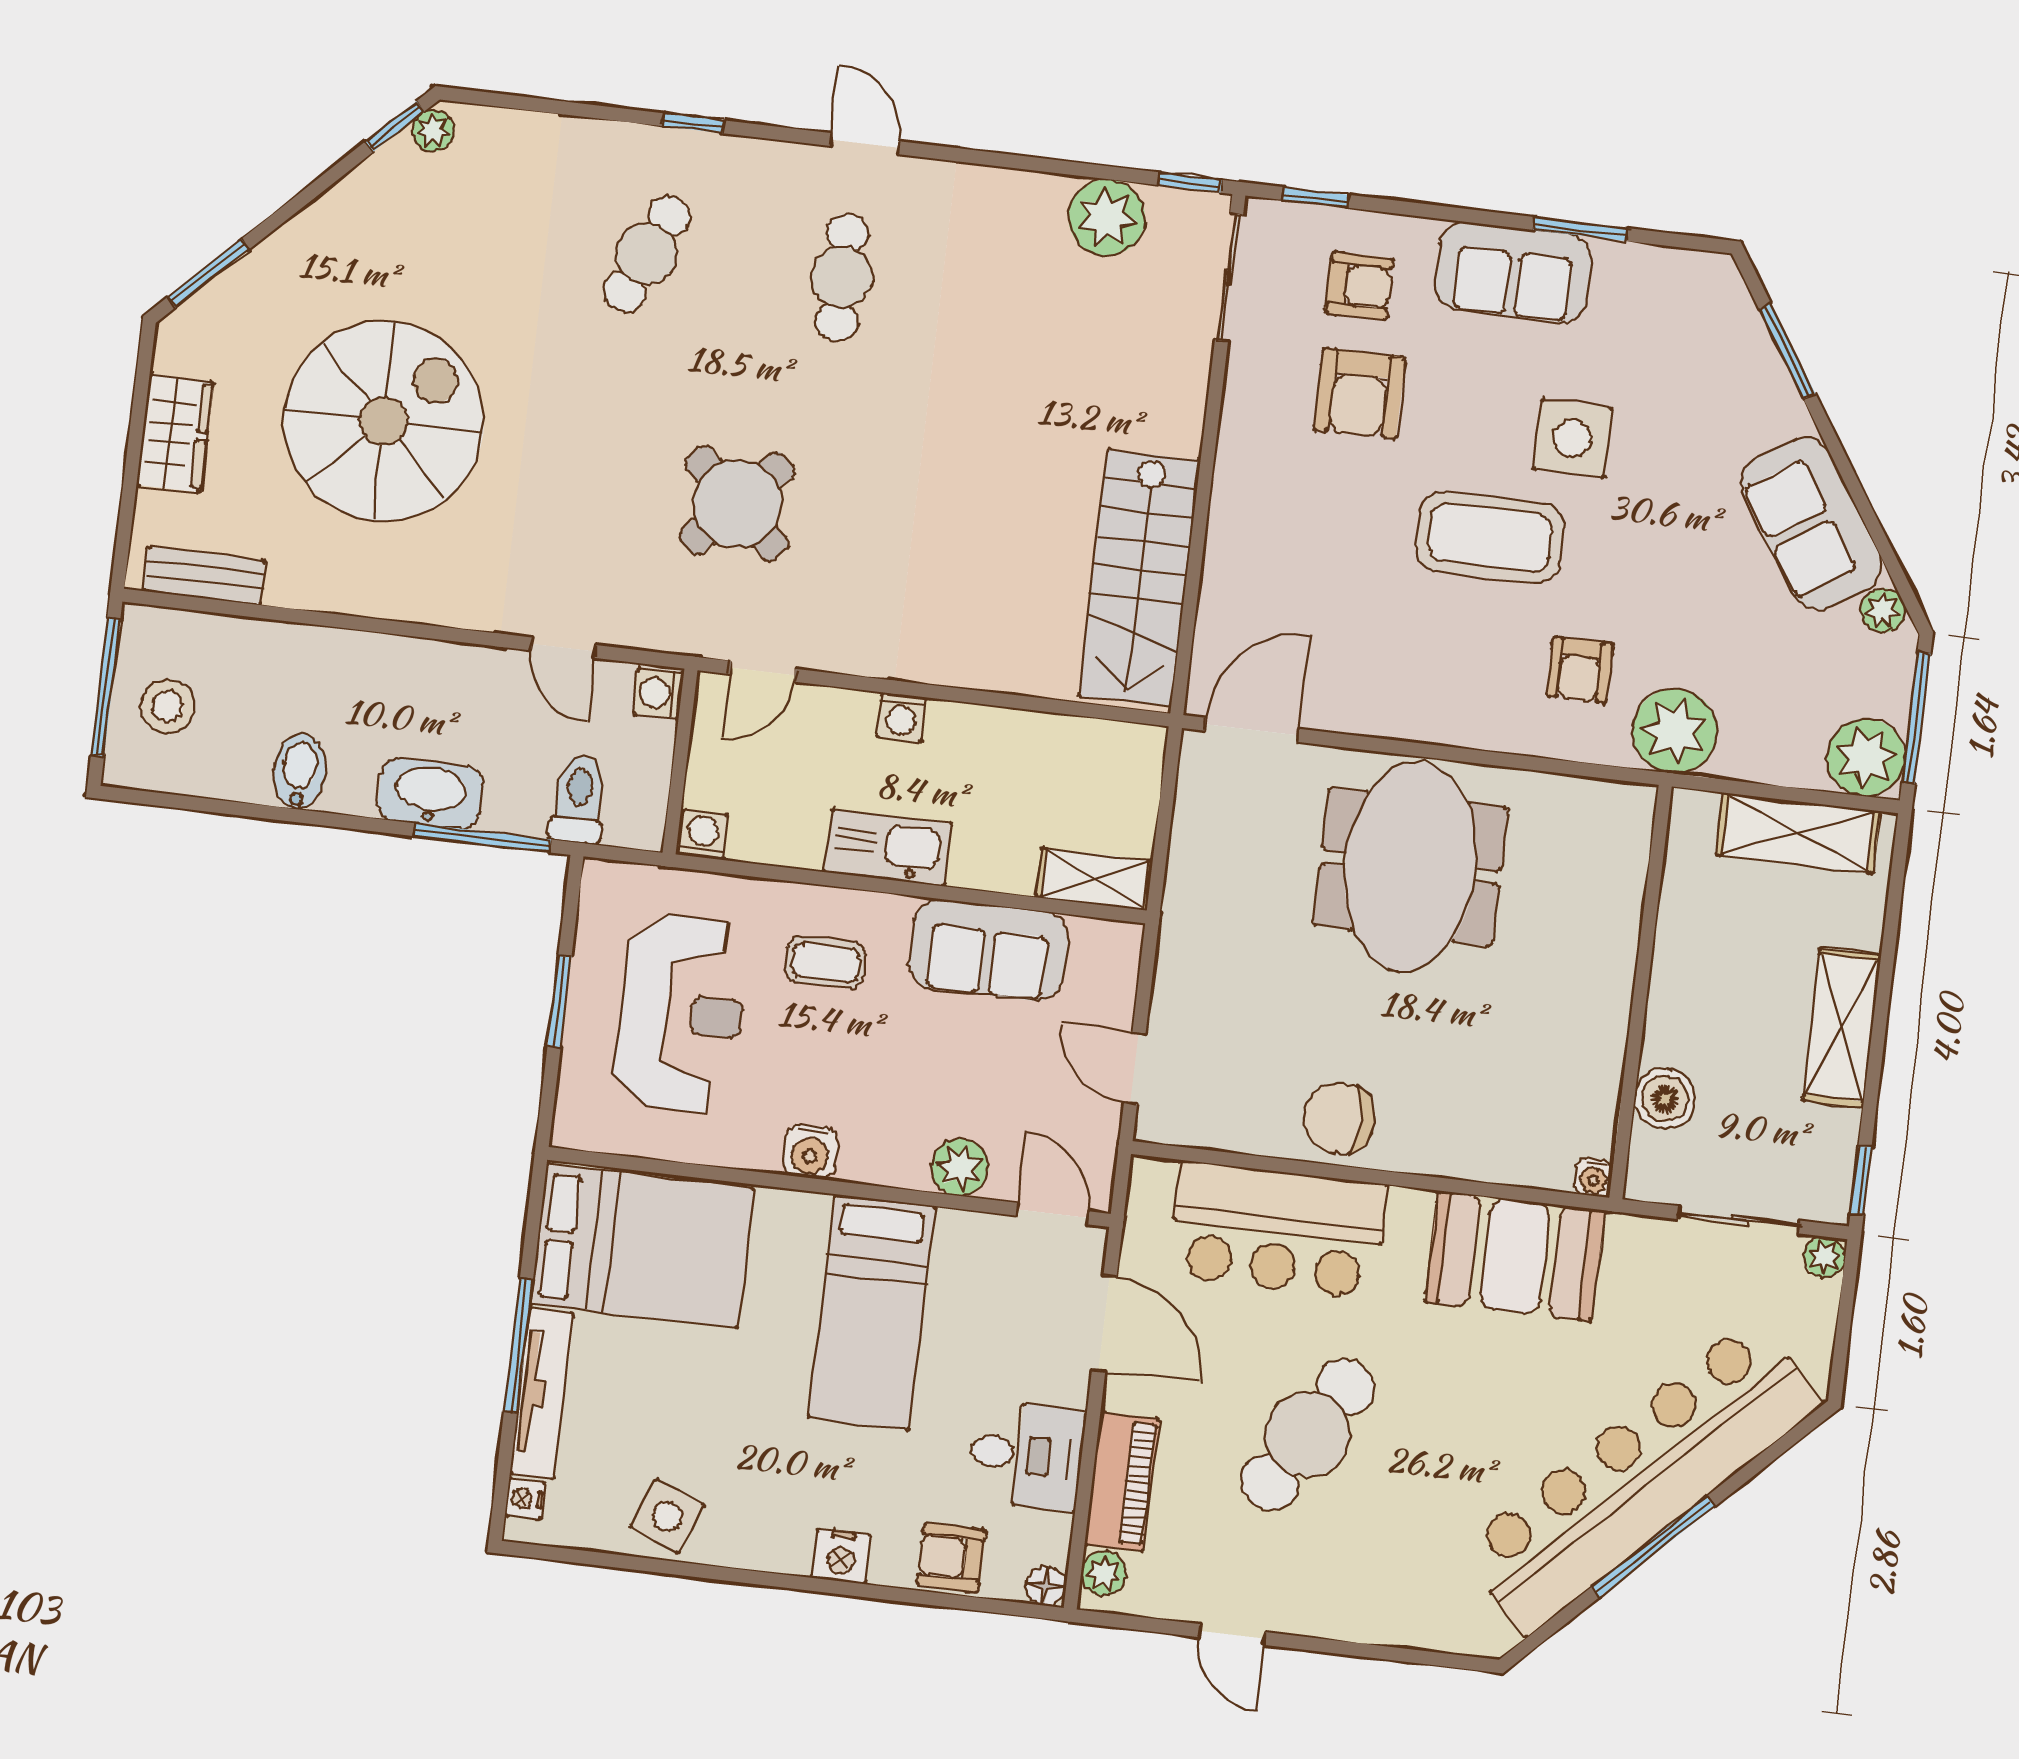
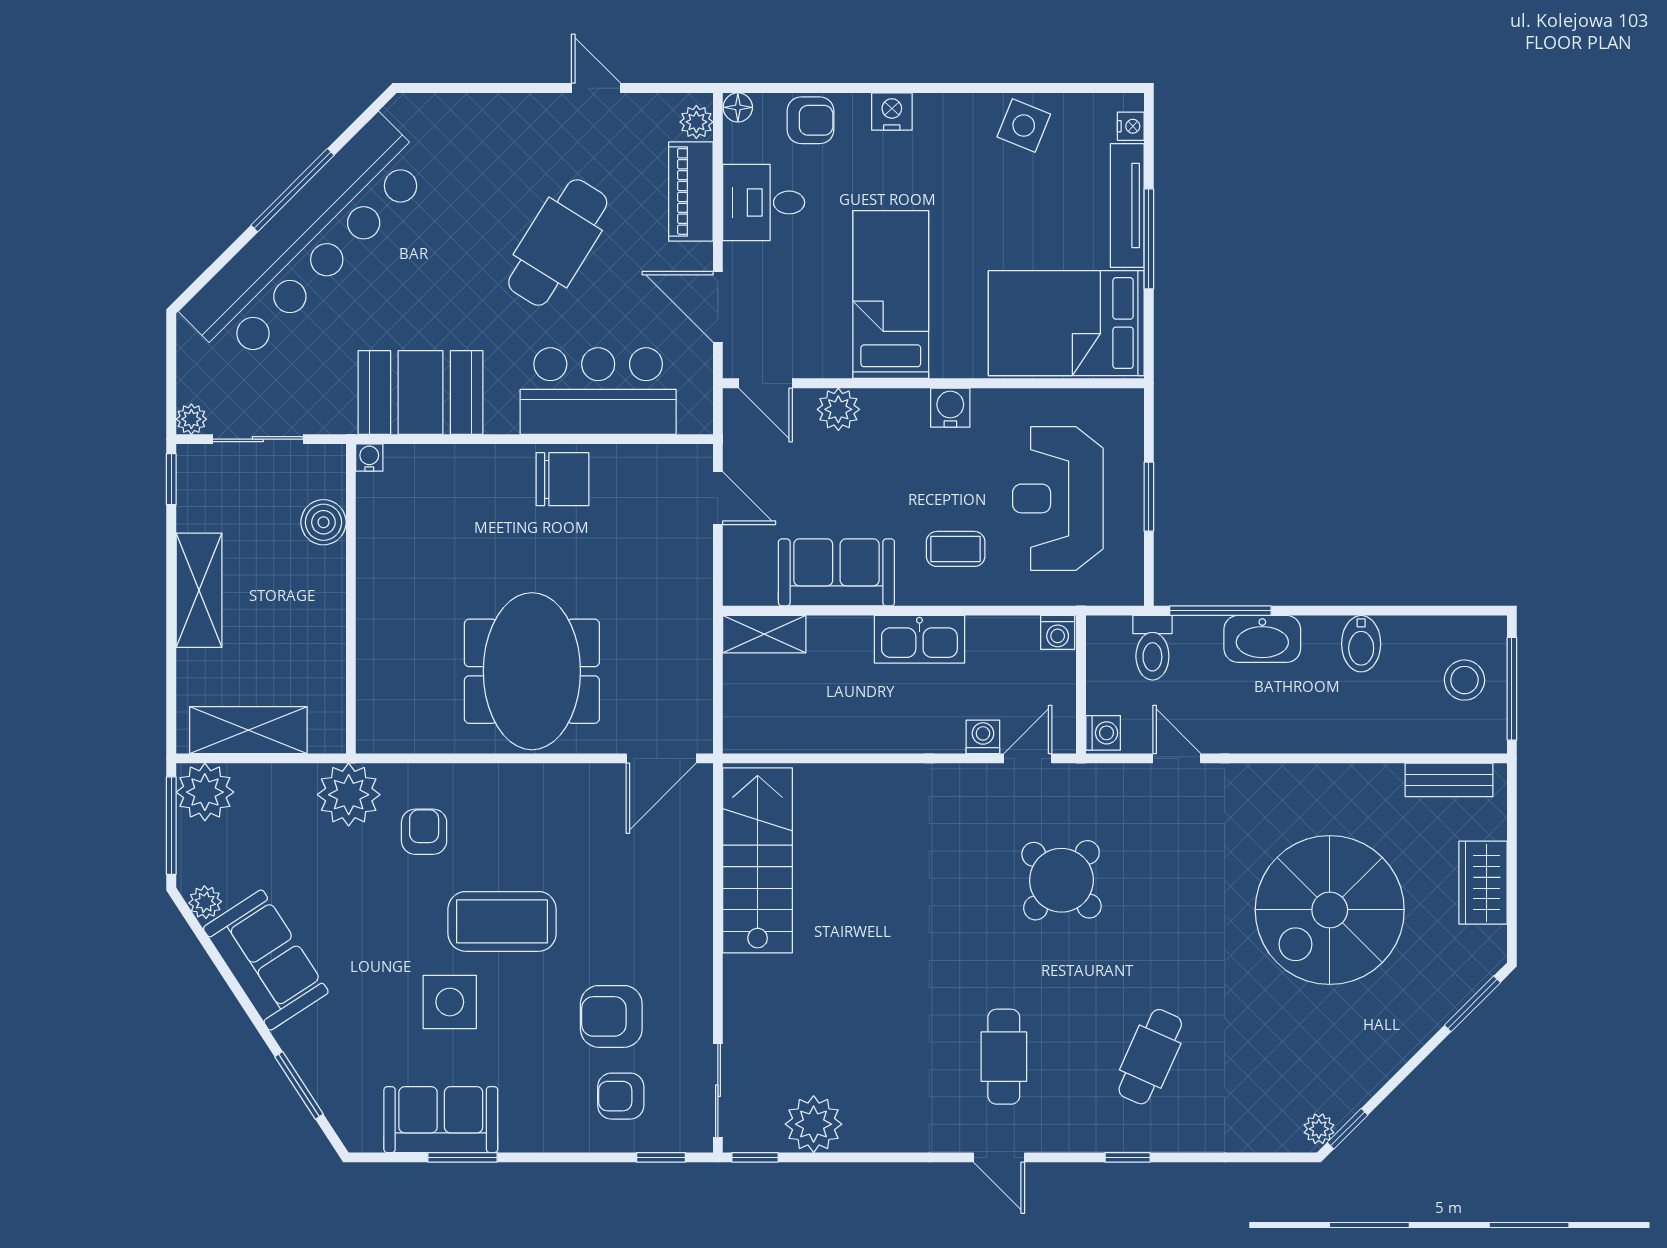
sofa: (1514, 272) -> (441, 1120), moved
armchair: (1359, 393) -> (611, 1016), turned -90
washing machine: (902, 717) -> (983, 737), moved

